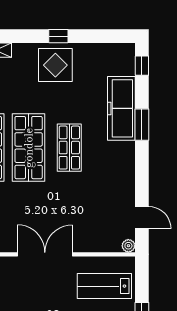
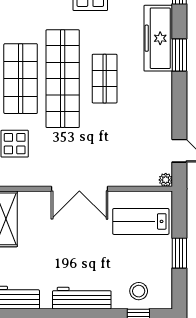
shop shelf: (29, 148) -> (63, 79), width x1.40
double door: (45, 254) -> (79, 189), swing flipped

